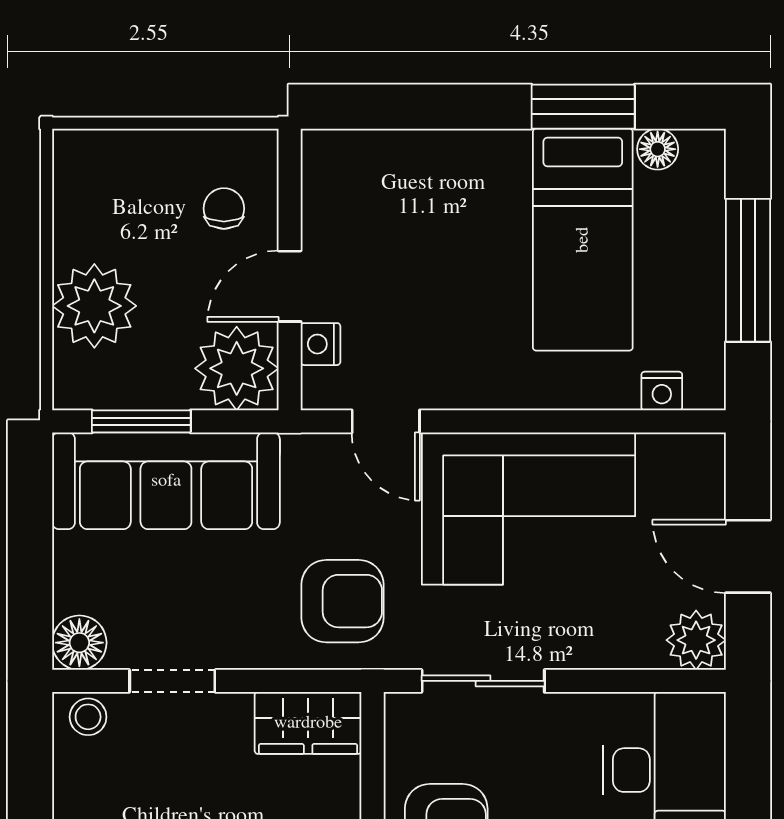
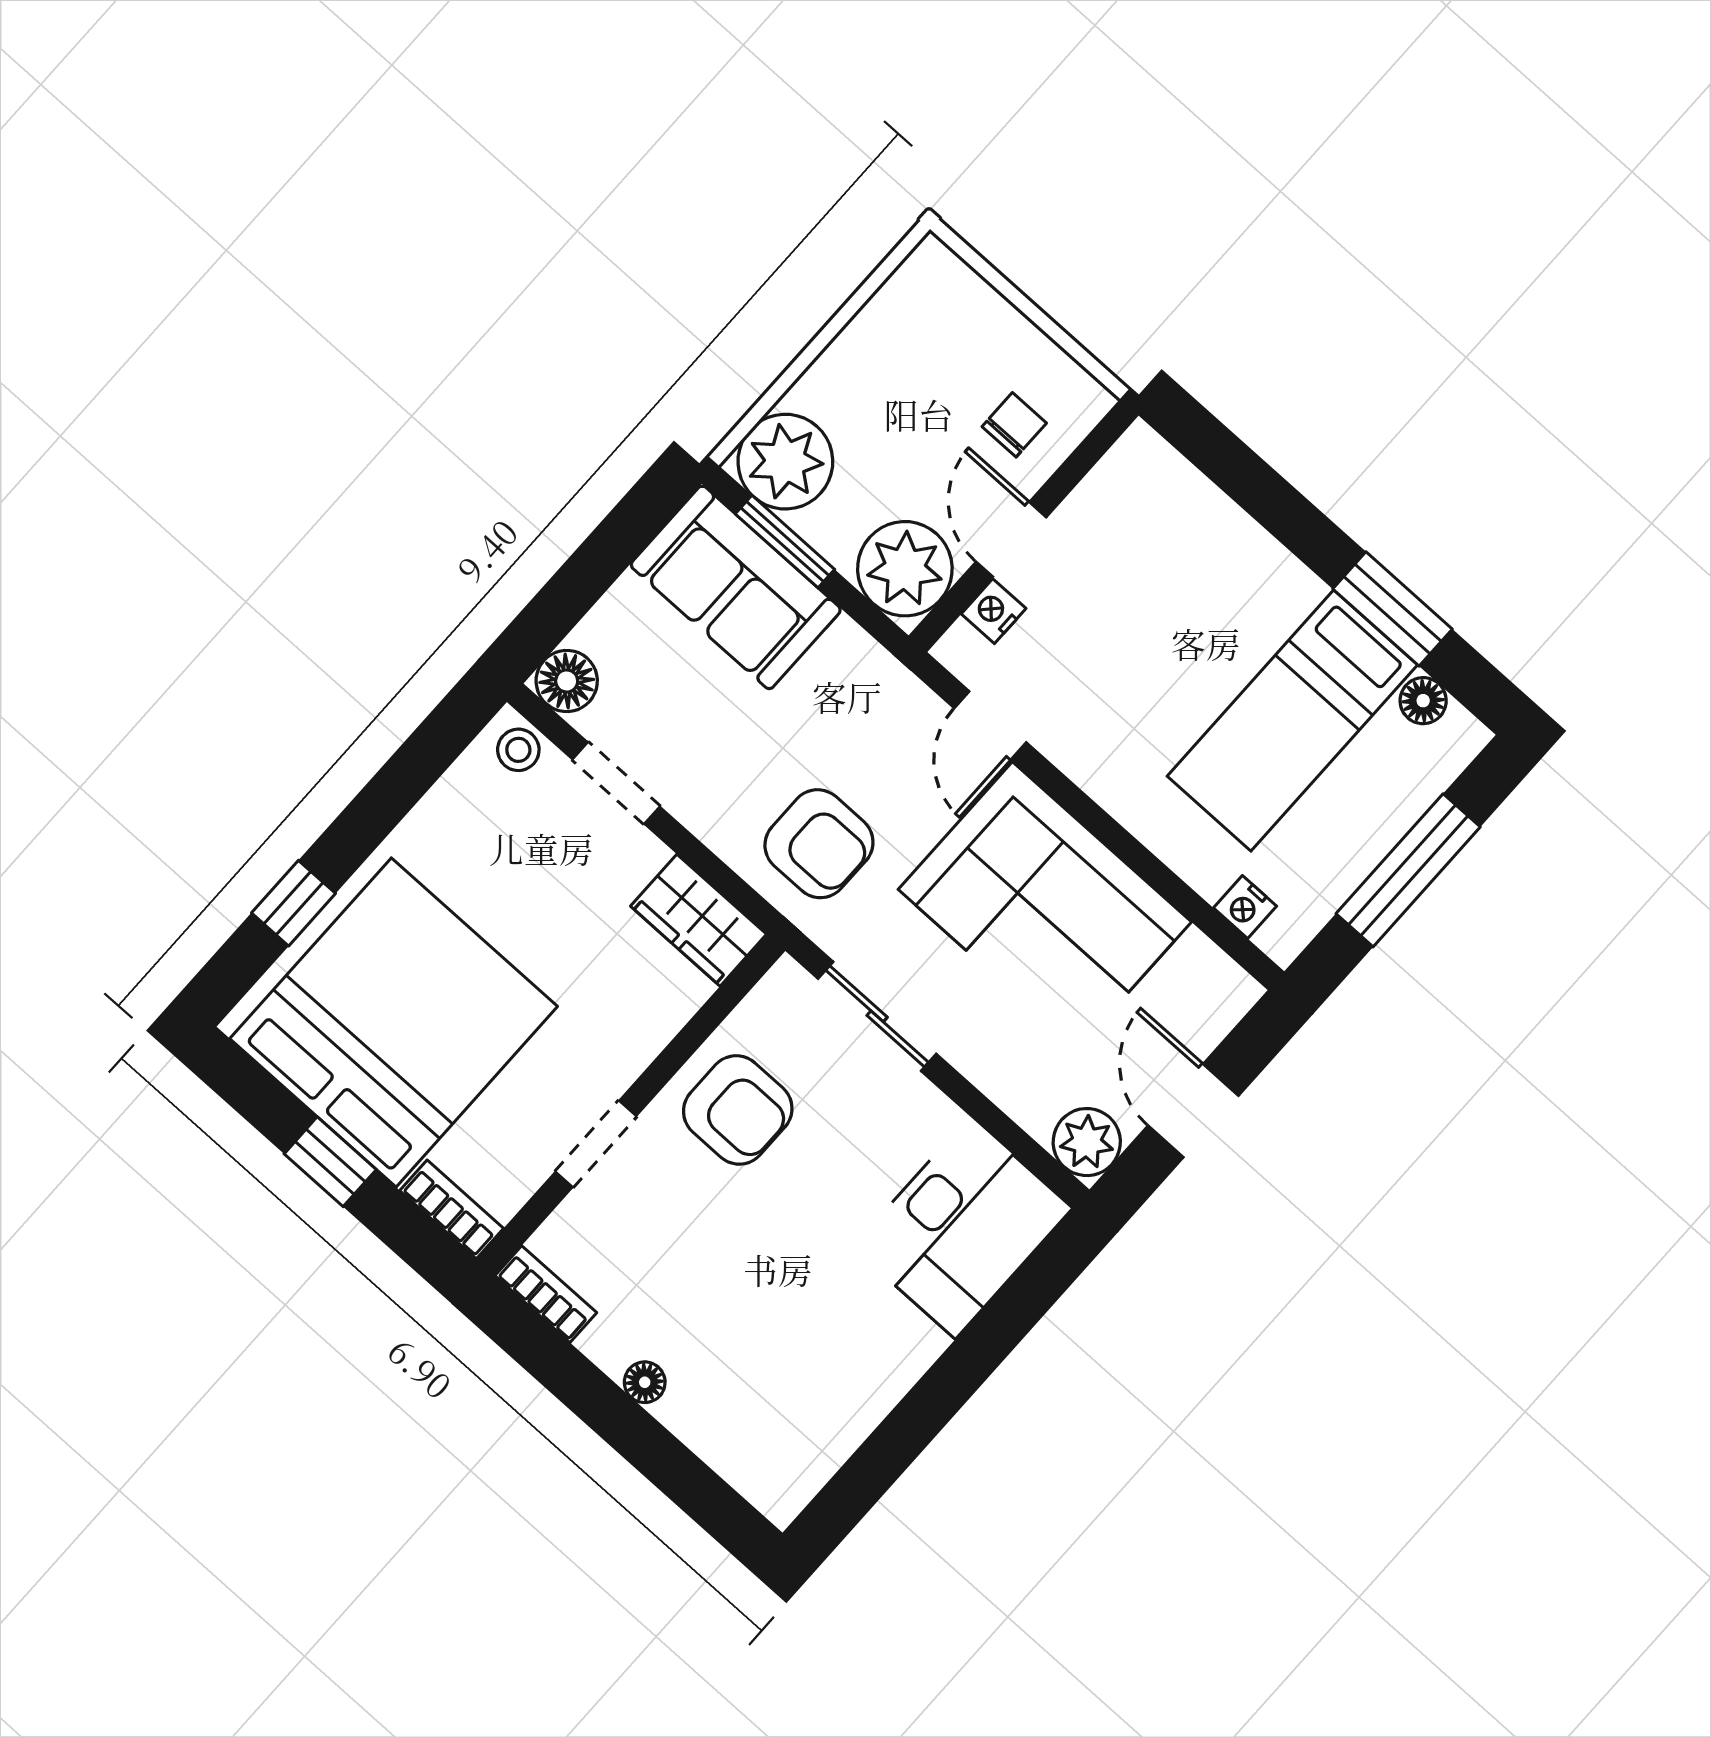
door: (290, 286) -> (1011, 539), hinge flipped
plant: (94, 306) -> (785, 462), moved
sofa: (166, 481) -> (736, 587), width x0.73

